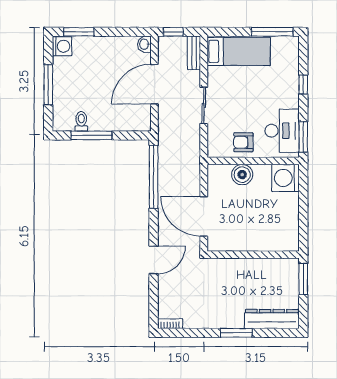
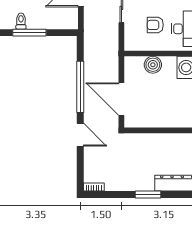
armchair: (243, 142) -> (155, 25), moved
window: (154, 177) -> (80, 87), moved
door: (154, 260) -> (80, 135), hinge flipped

